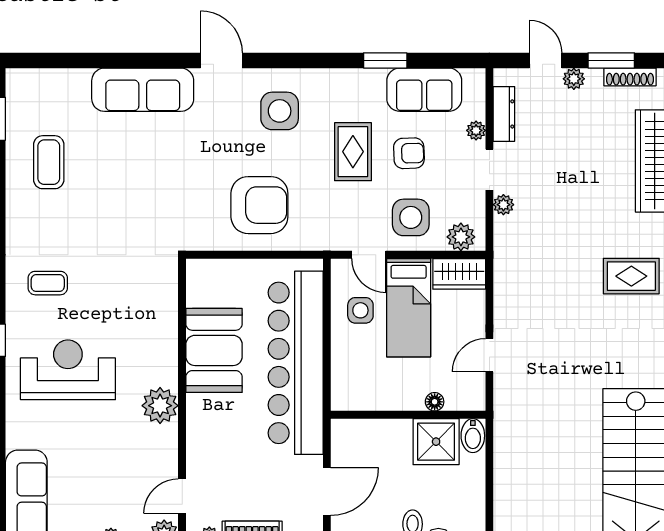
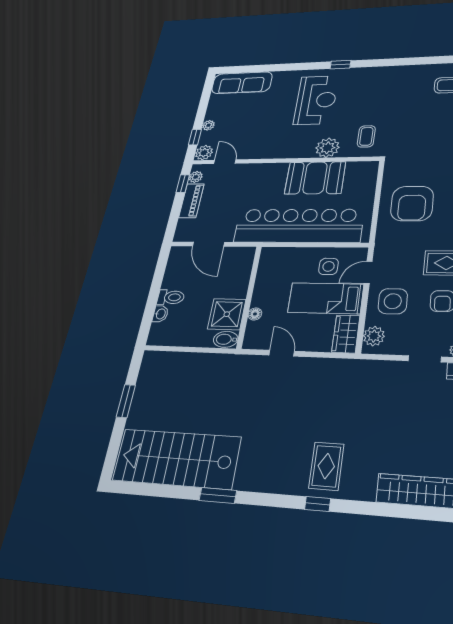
plant: (503, 205) -> (396, 368), removed
coffee table: (48, 283) -> (366, 136), moved
plant: (160, 406) -> (327, 148), moved

